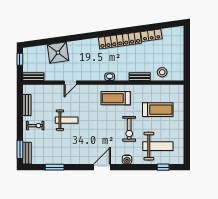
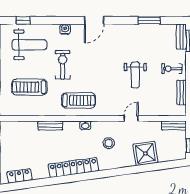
locker: (151, 35) -> (19, 176), moved
stool: (162, 72) -> (109, 143), moved
weight bench: (67, 120) -> (135, 75), turned -90
weight bench: (158, 146) -> (29, 45), turned 180

